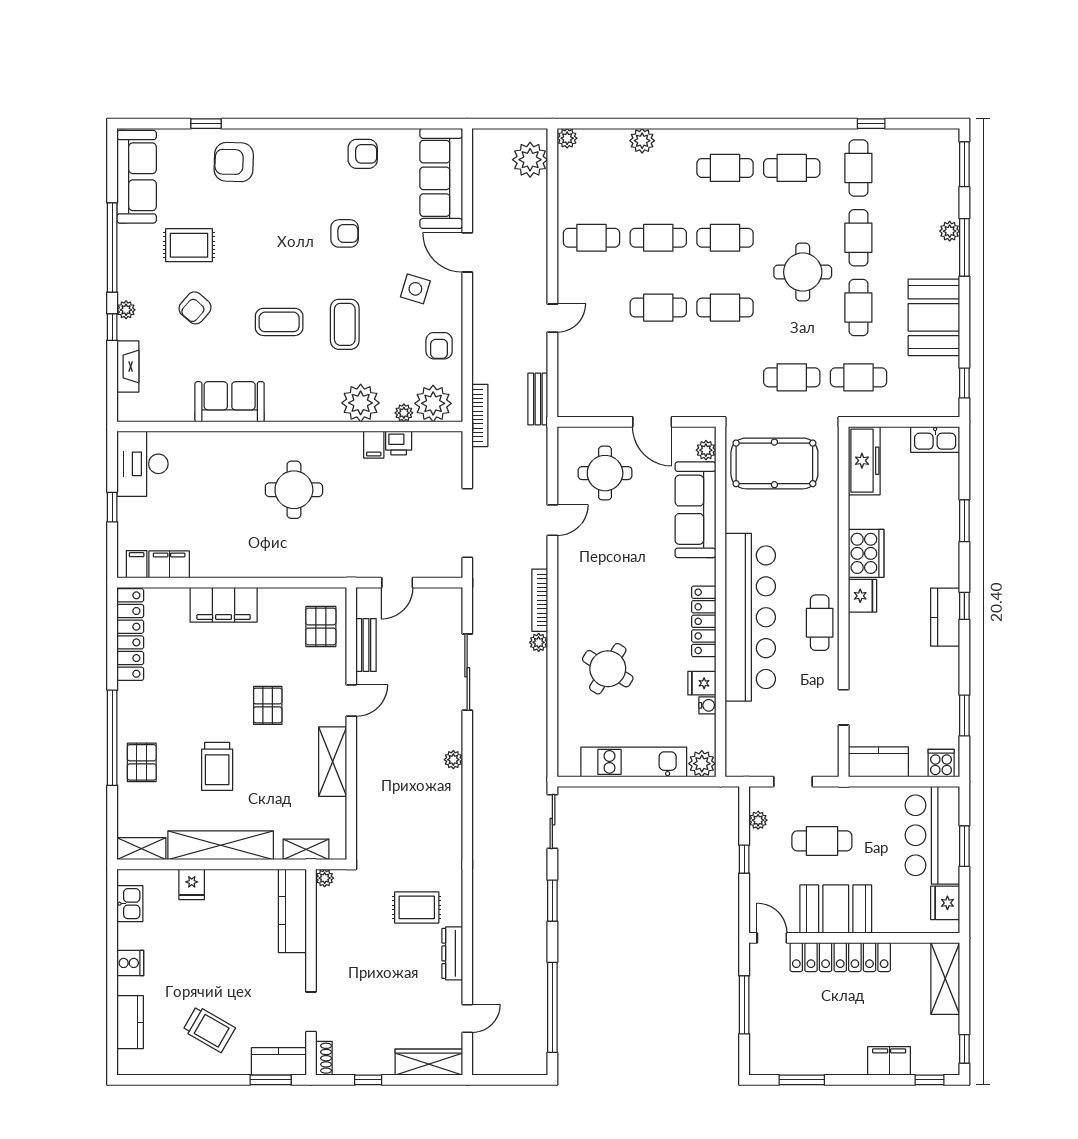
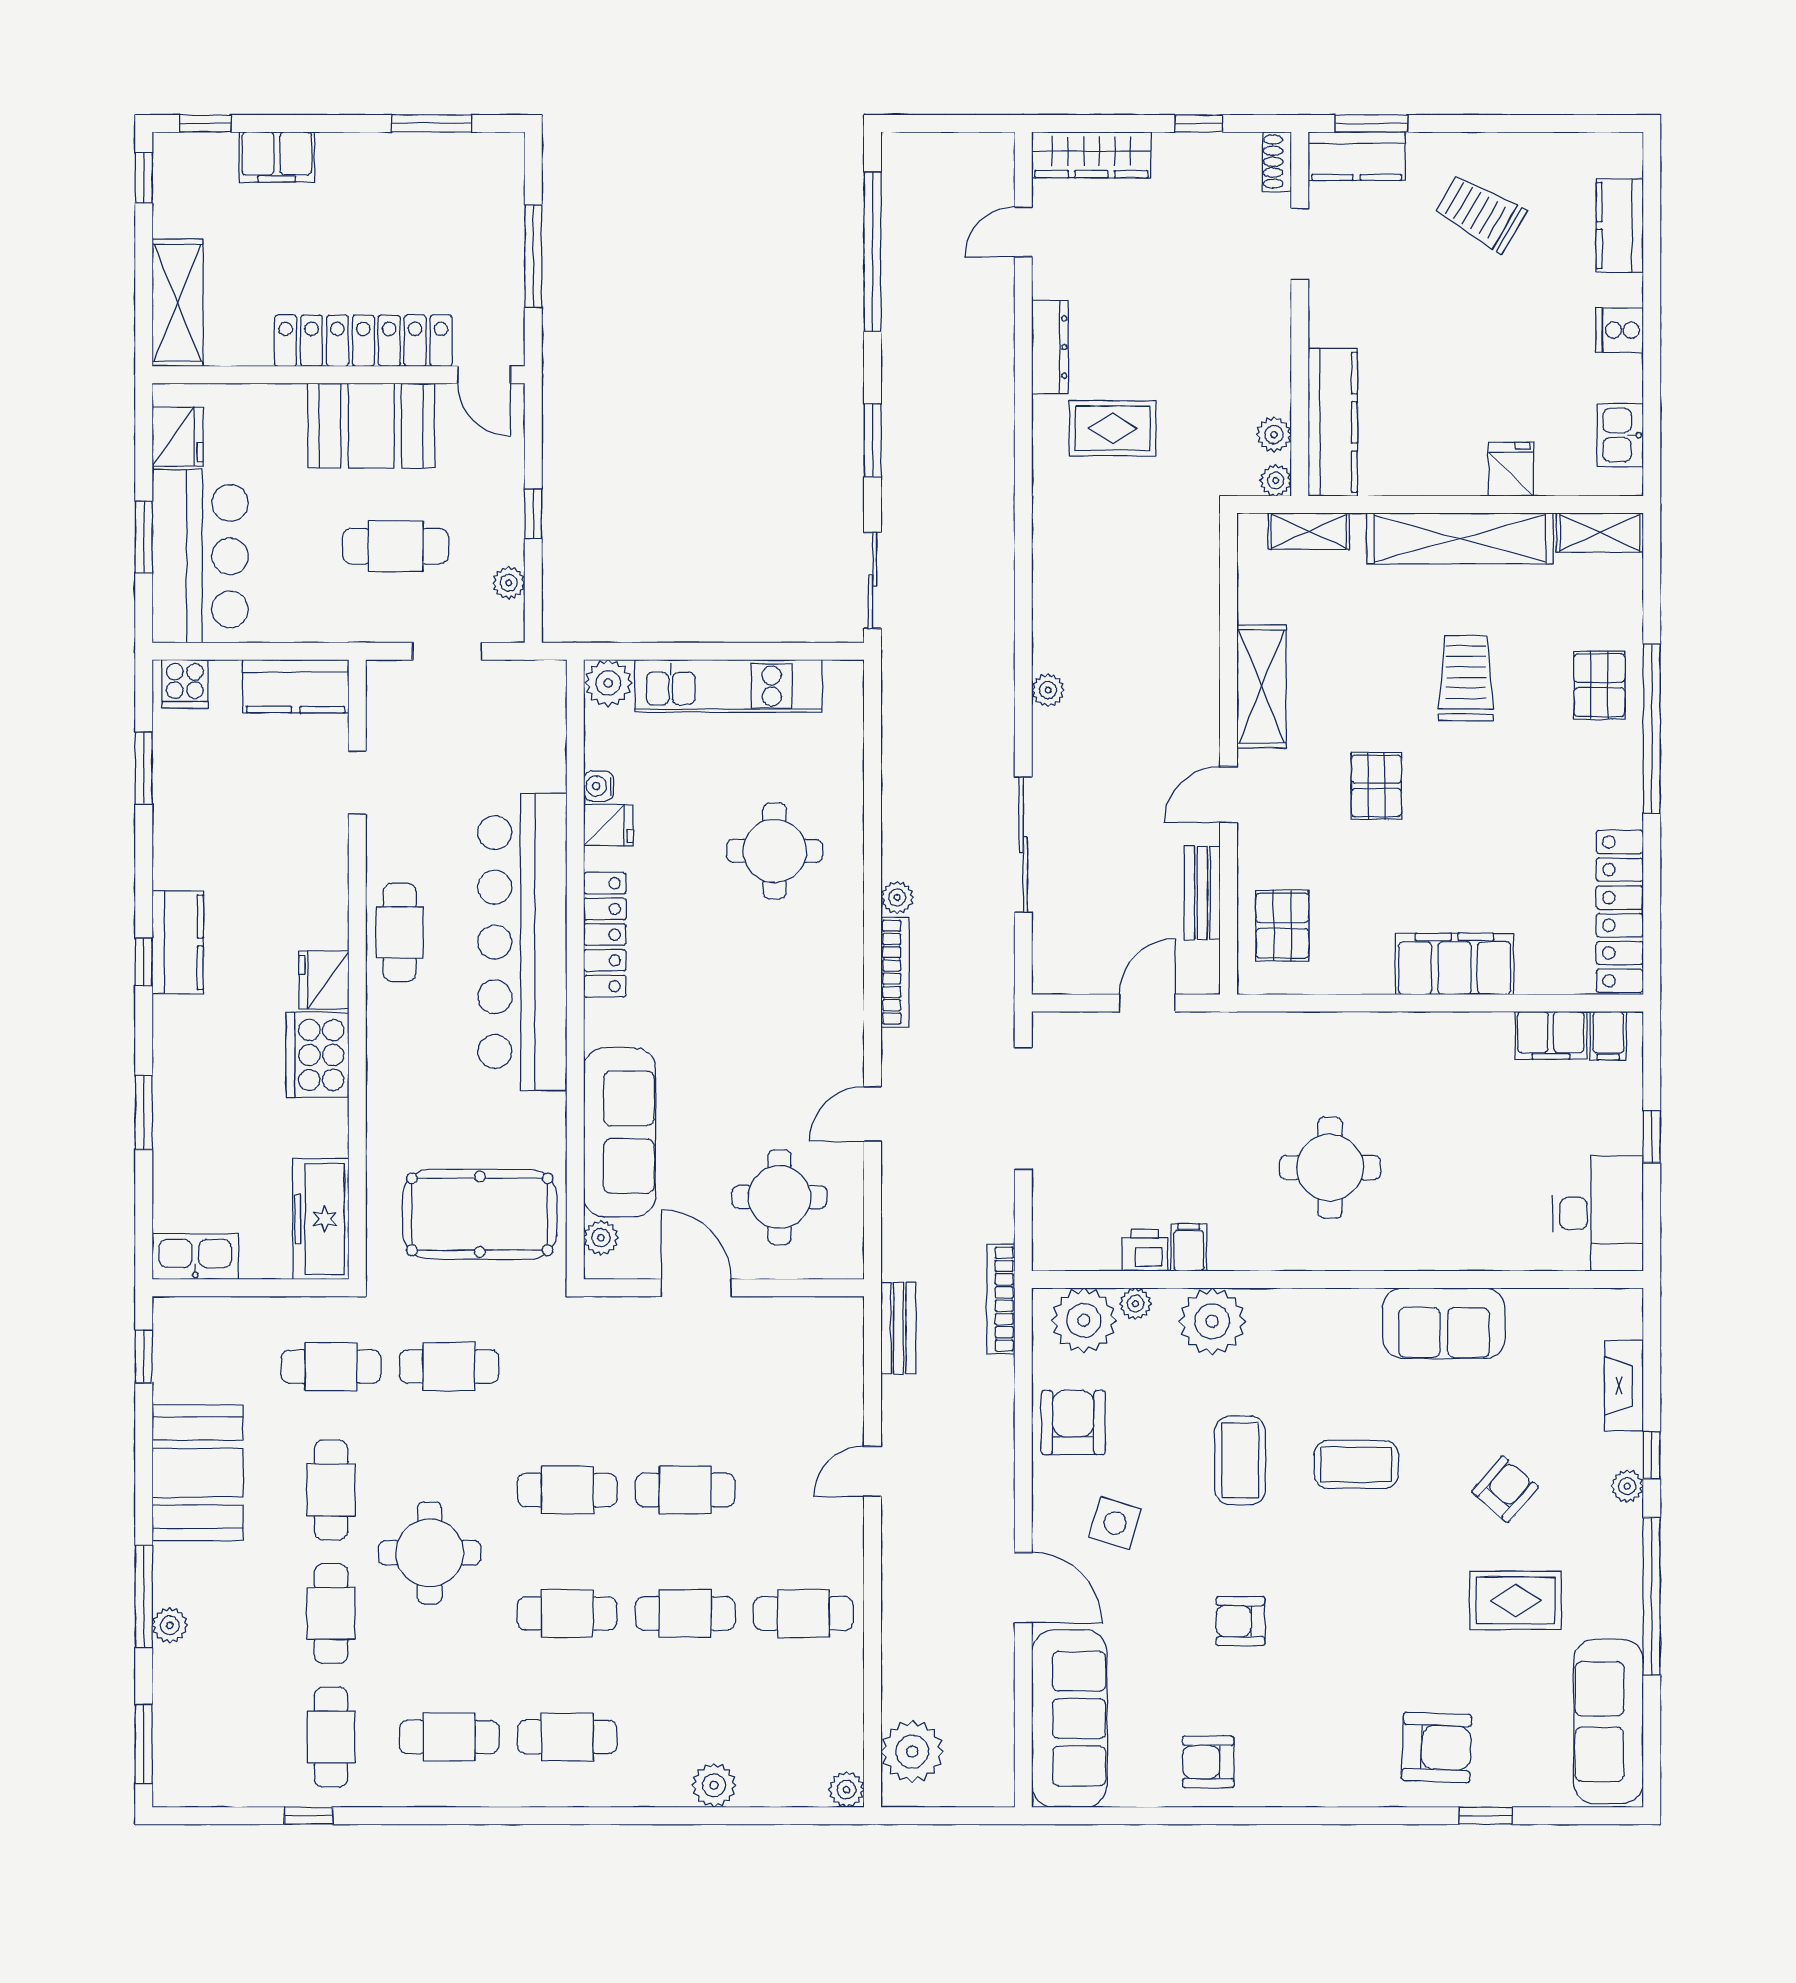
armchair: (439, 346) -> (1073, 1422), width x1.38, depth x1.38
round table: (608, 669) -> (775, 851), turned -31
plant: (326, 904) -> (1274, 435), added

